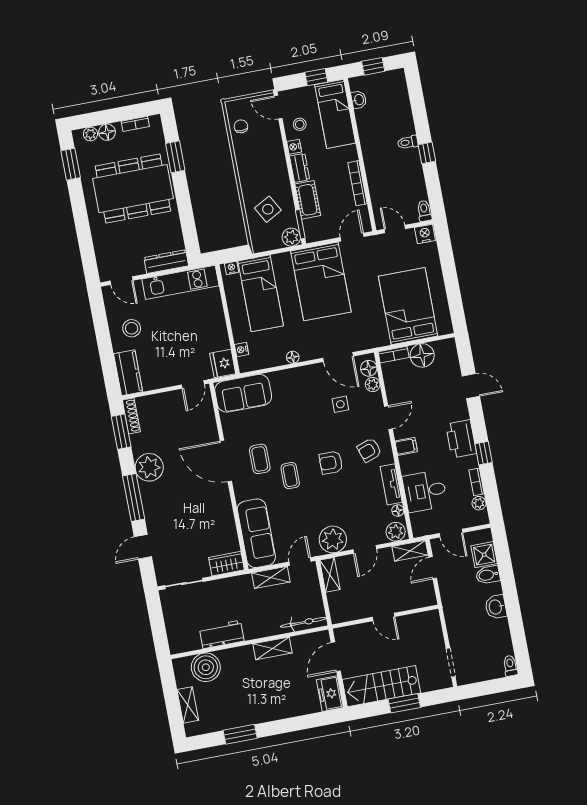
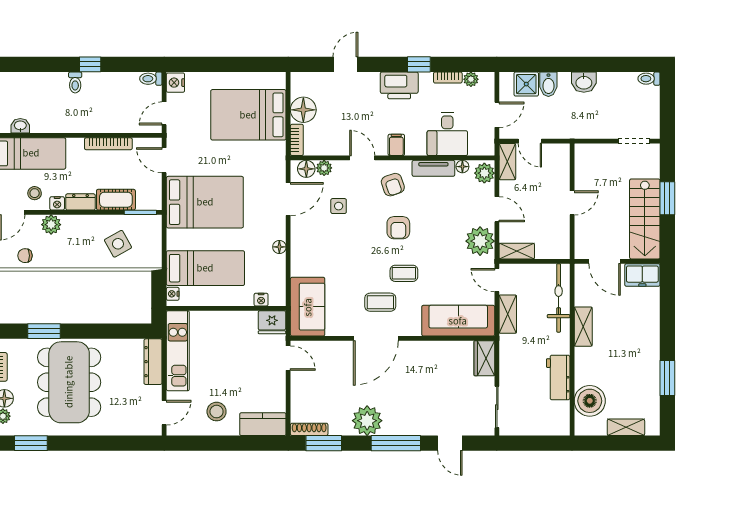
plant: (291, 237) -> (51, 225), moved
bicycle: (303, 622) -> (559, 298), width x1.37, depth x1.40

